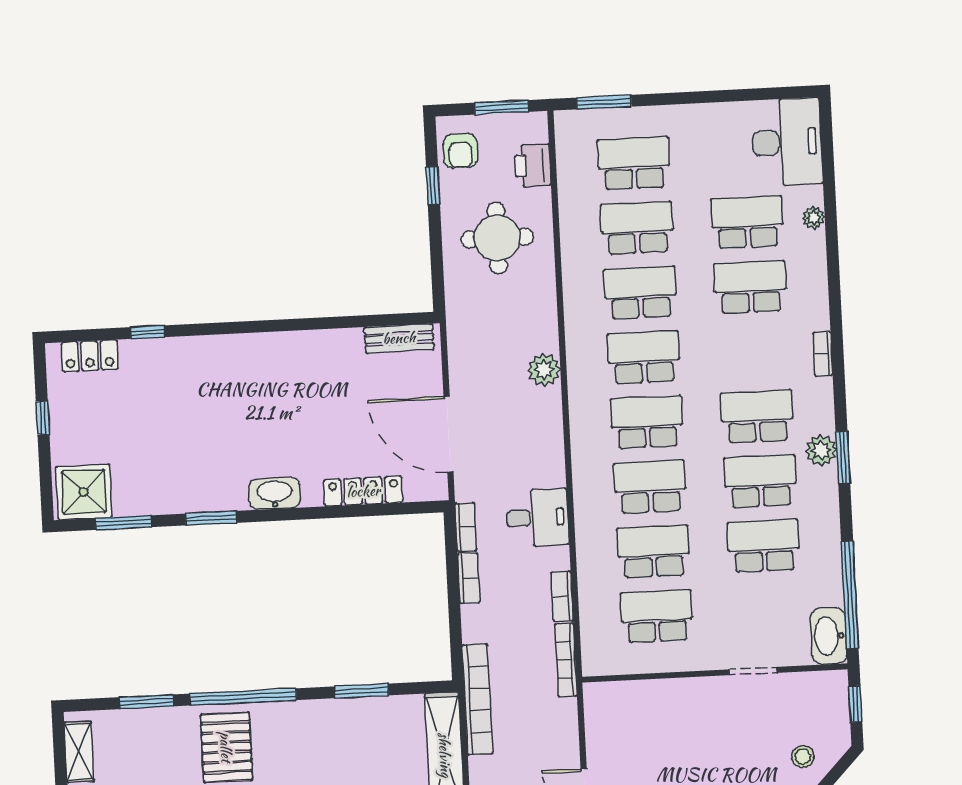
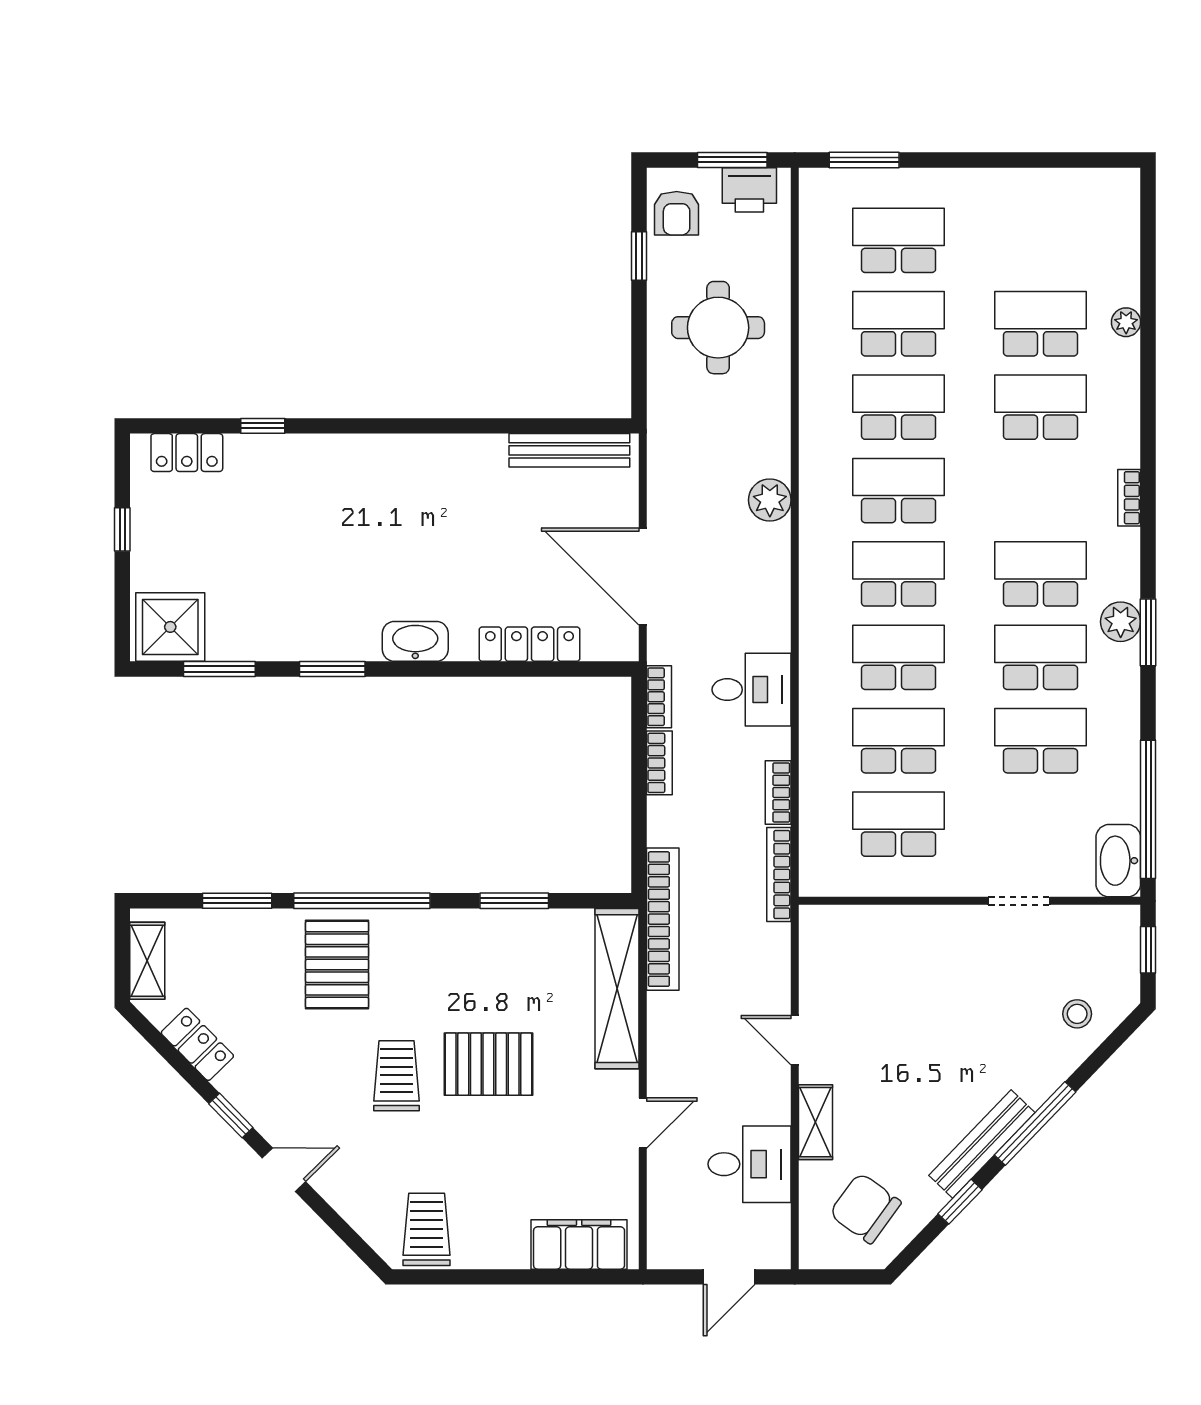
desk: (787, 142) -> (1097, 223), removed
printer: (533, 165) -> (749, 190), moved, turned -90
bench: (399, 338) -> (569, 450), width x1.36

